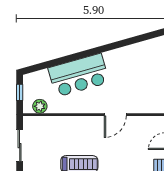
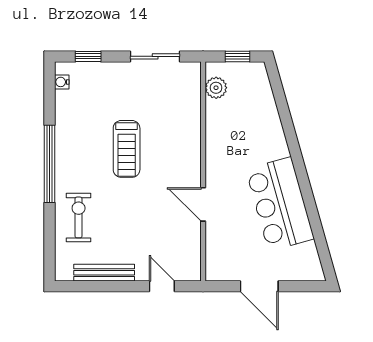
bar counter: (79, 75) -> (280, 204), moved

